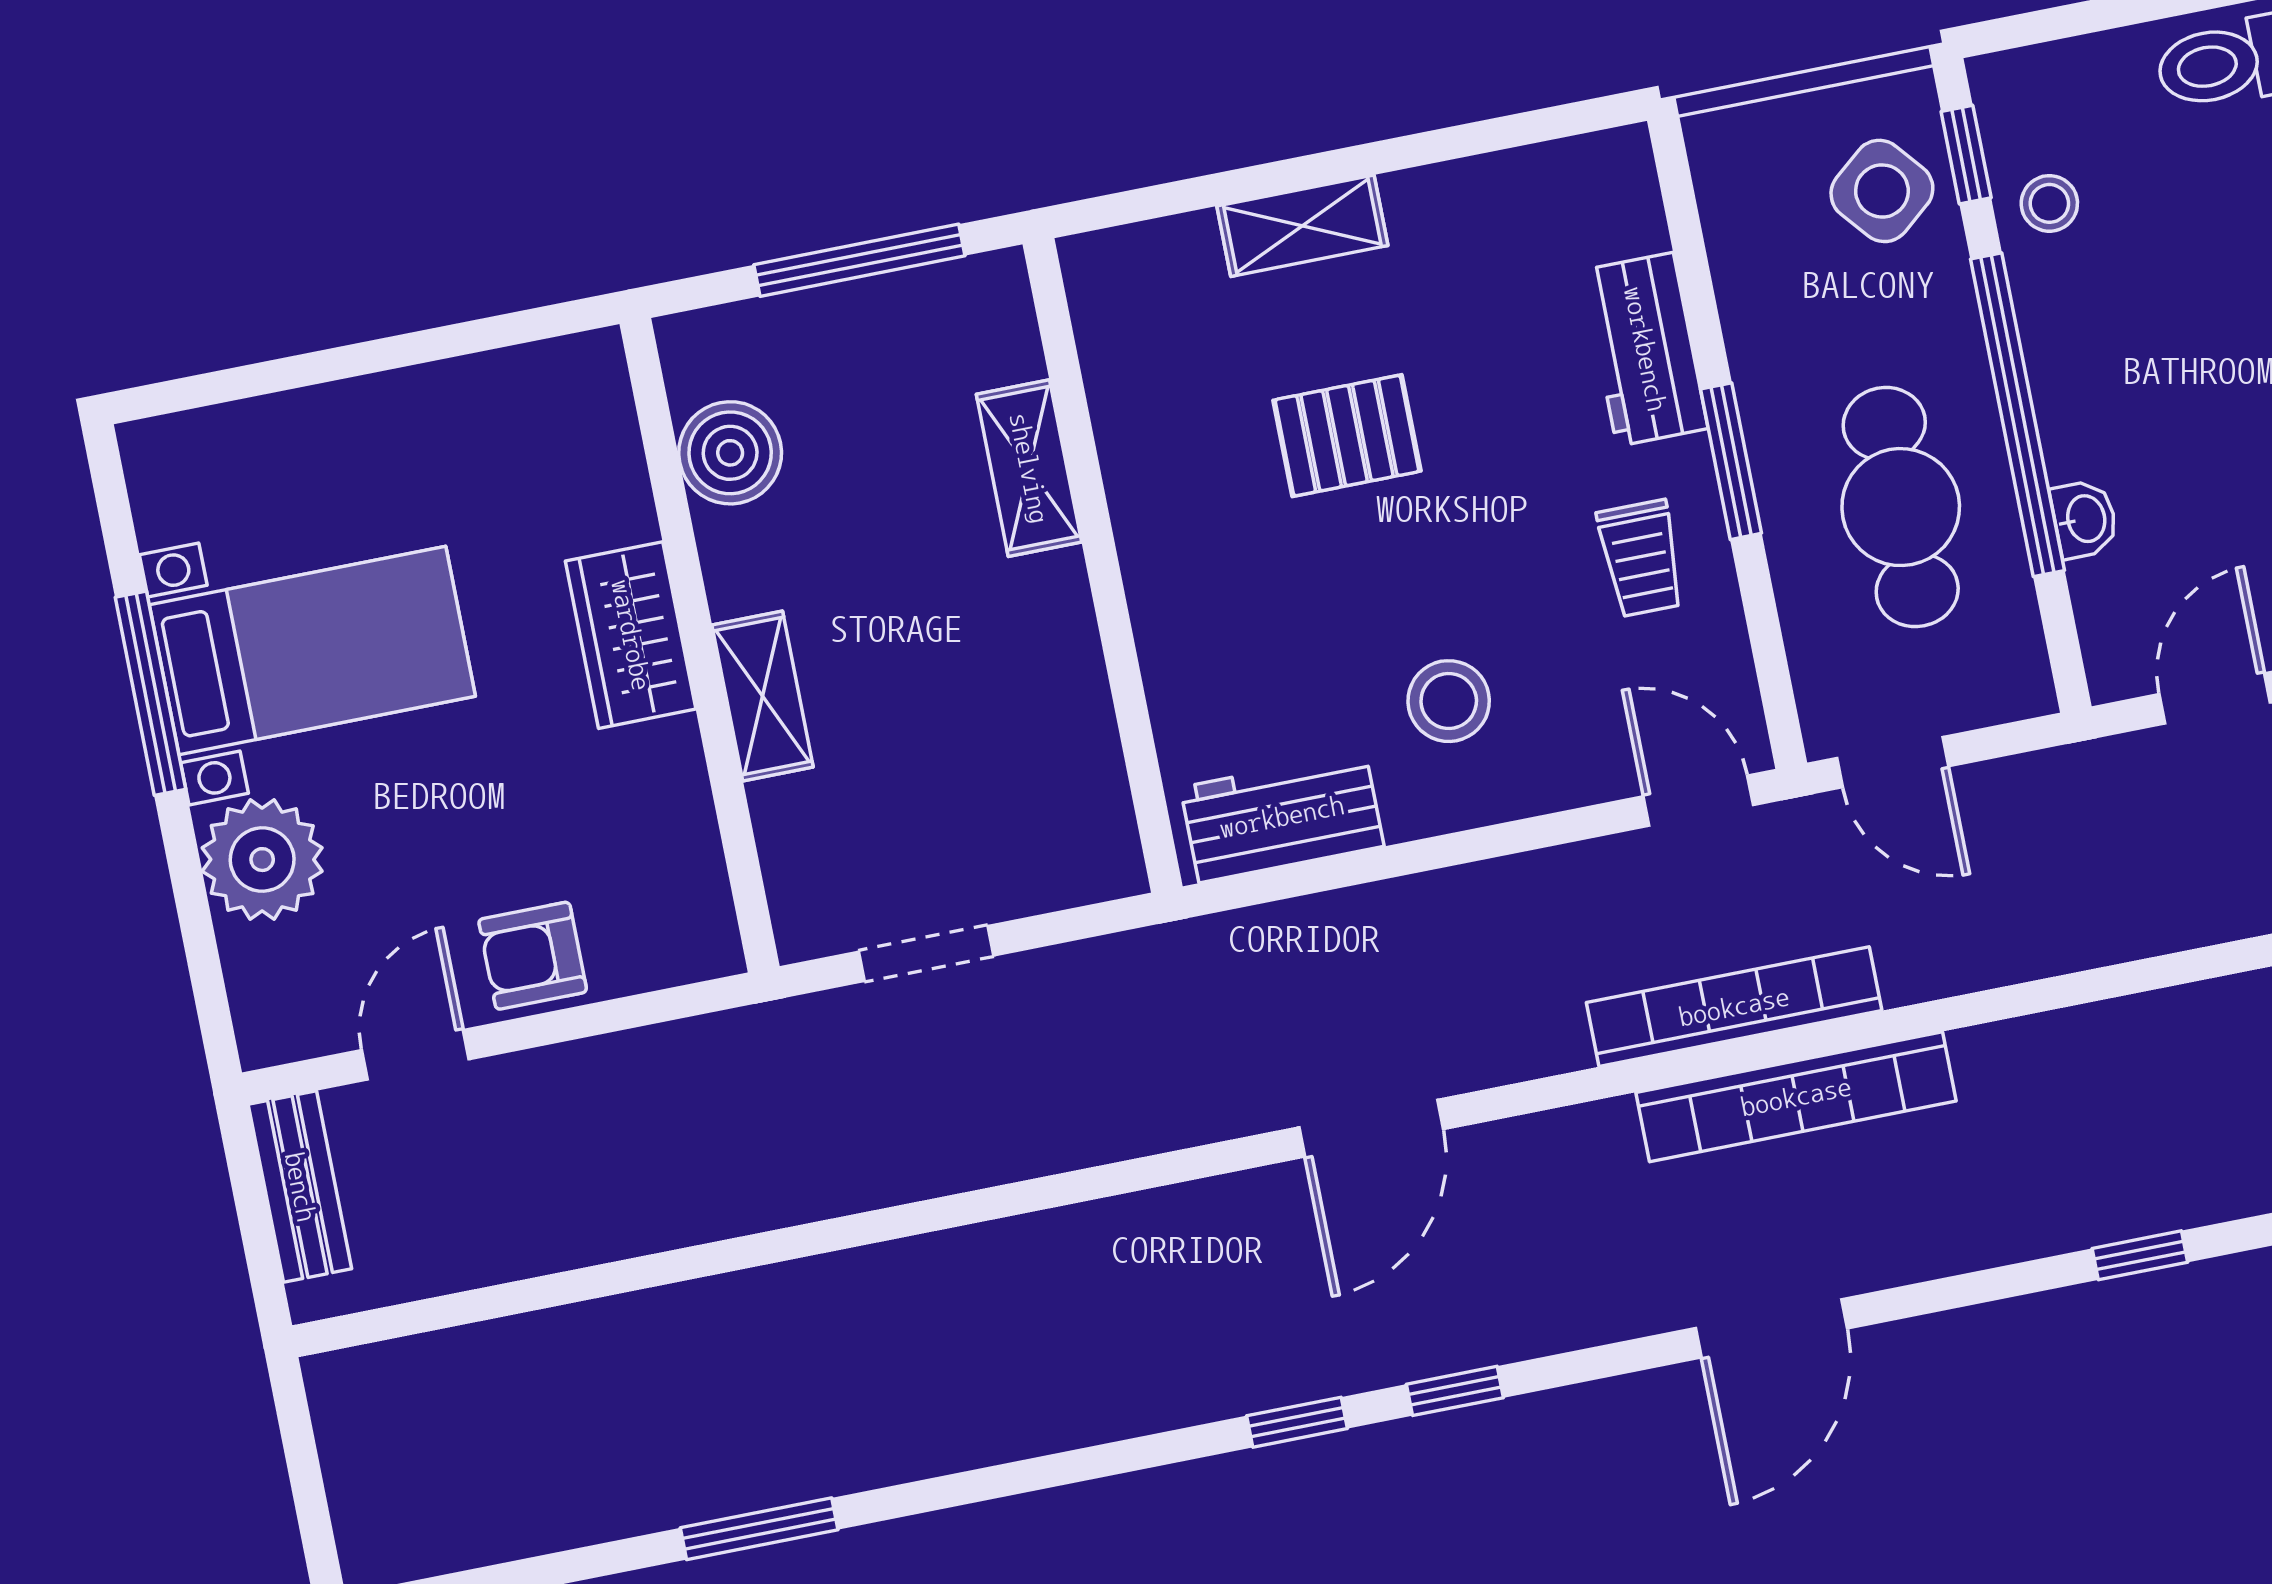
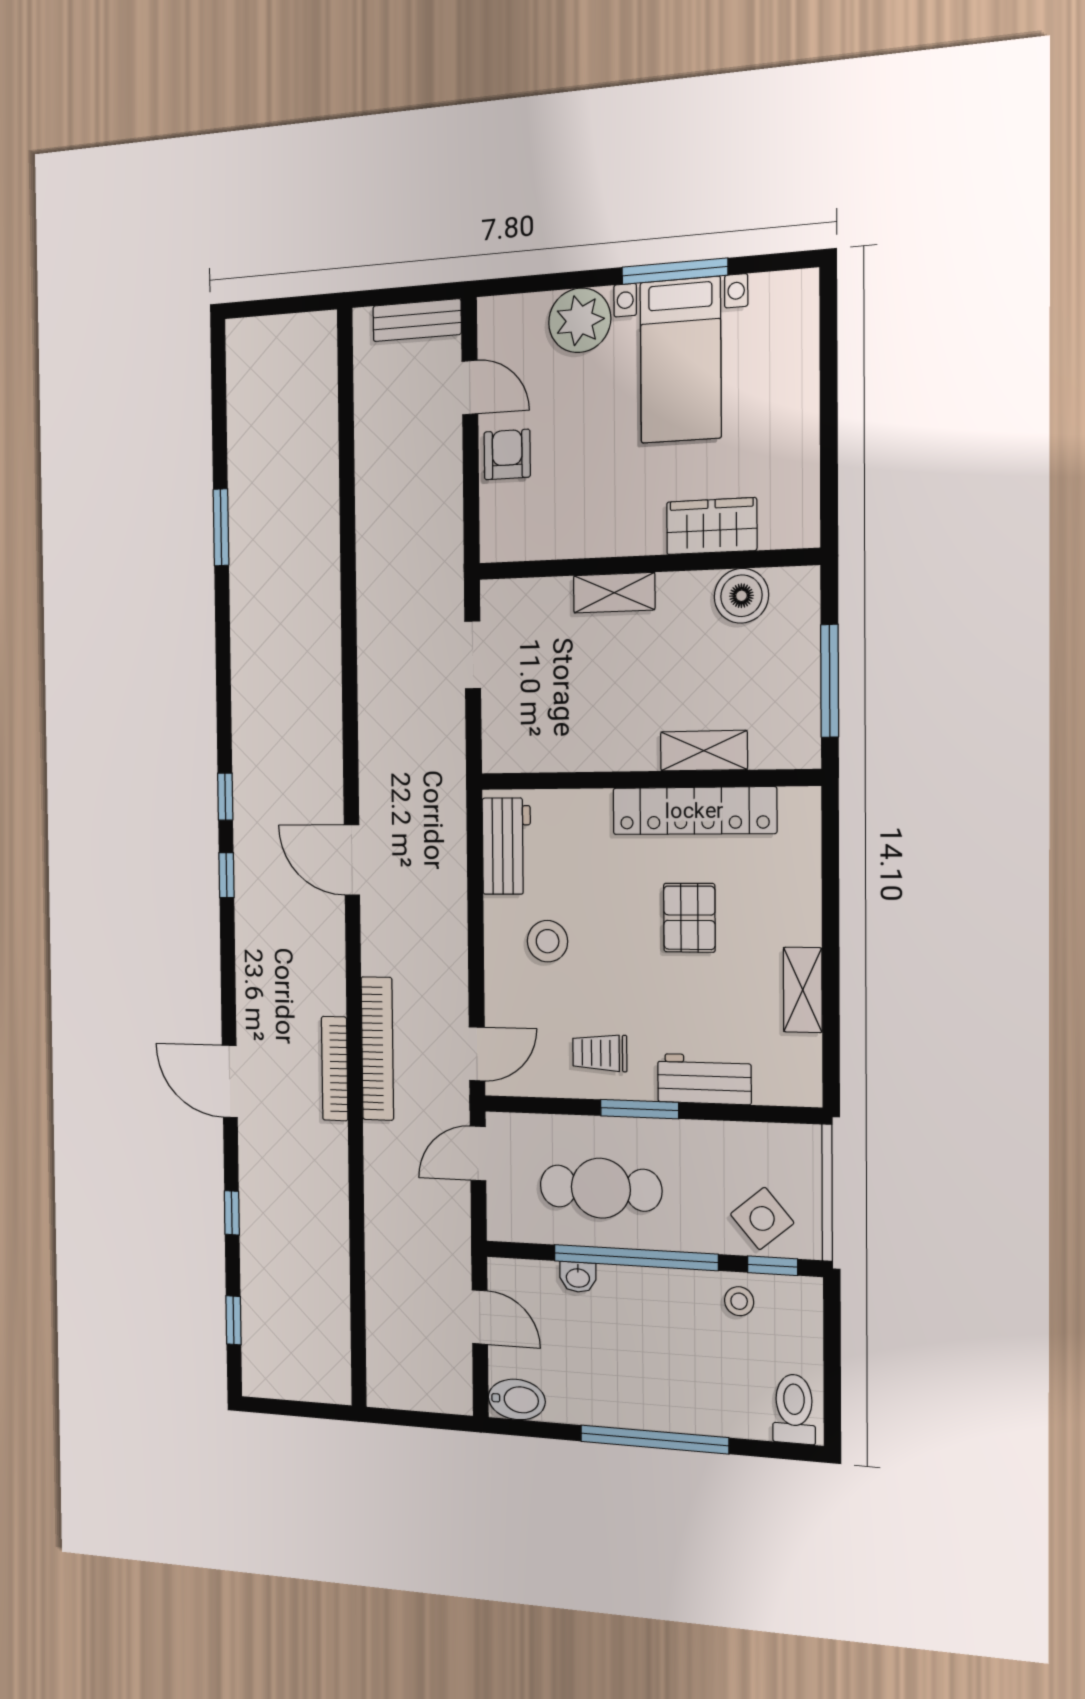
shelving: (1302, 226) -> (803, 990), moved
locker: (1144, 465) -> (694, 811), added
wardrobe: (631, 635) -> (712, 526), moved
bookcase: (1796, 1097) -> (335, 1069), width x0.68, depth x0.76
door: (1771, 1328) -> (230, 1081), moved

